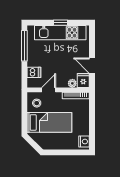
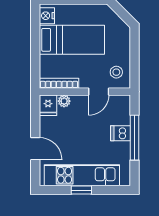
window: (24, 46) -> (134, 138), moved
door: (92, 66) -> (35, 149), moved
dishwasher: (34, 72) -> (120, 133), moved
bed: (49, 122) -> (72, 40), moved, turned 180

